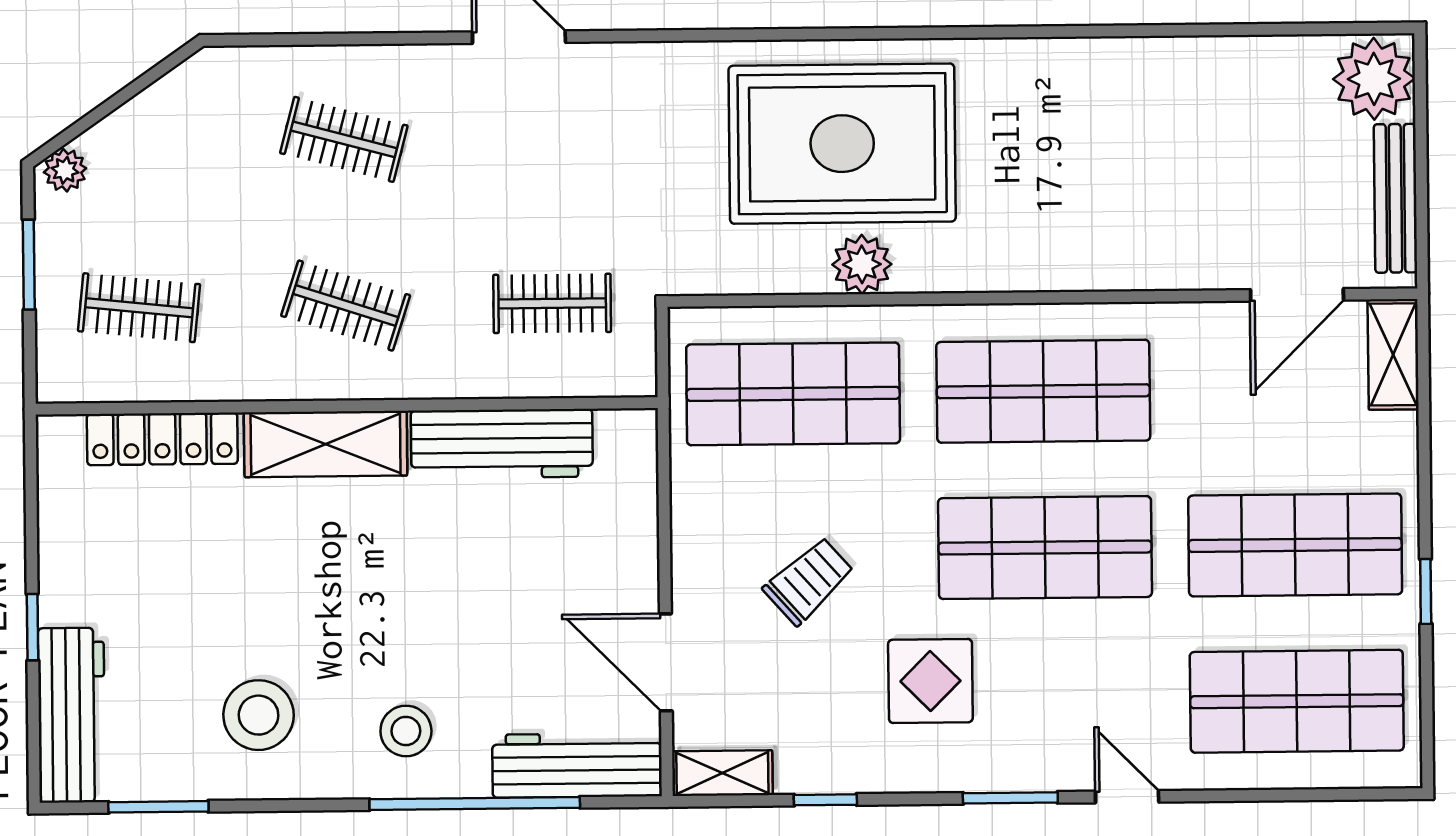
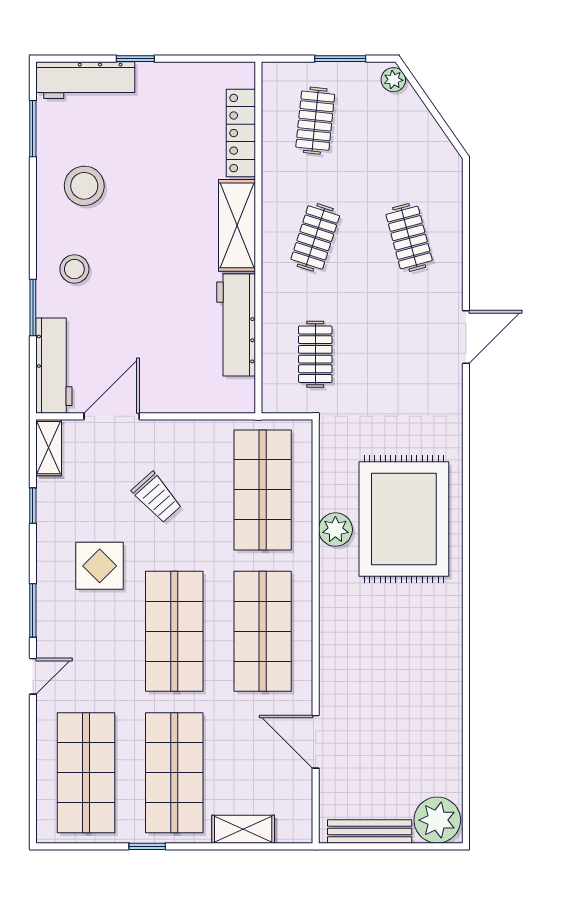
clothes rail: (344, 139) -> (409, 237), turned -30
door: (1297, 295) -> (316, 742), moved
shelving: (1393, 354) -> (243, 829), moved
window: (475, 804) -> (33, 307), width x0.47

